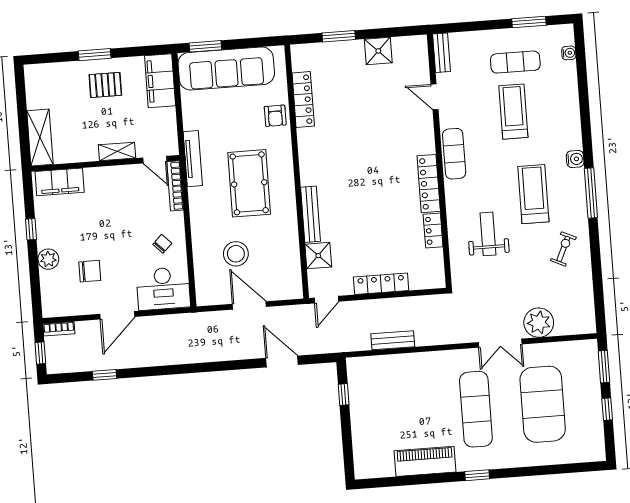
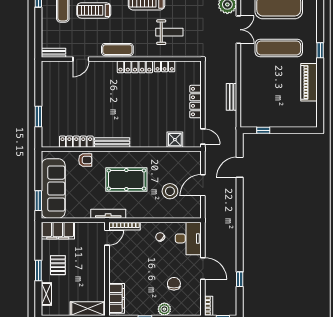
shower: (378, 51) -> (49, 92), removed
shelving: (117, 151) -> (46, 294), moved
bench: (310, 214) -> (112, 143), moved
weight bench: (488, 234) -> (169, 32), turned 180

